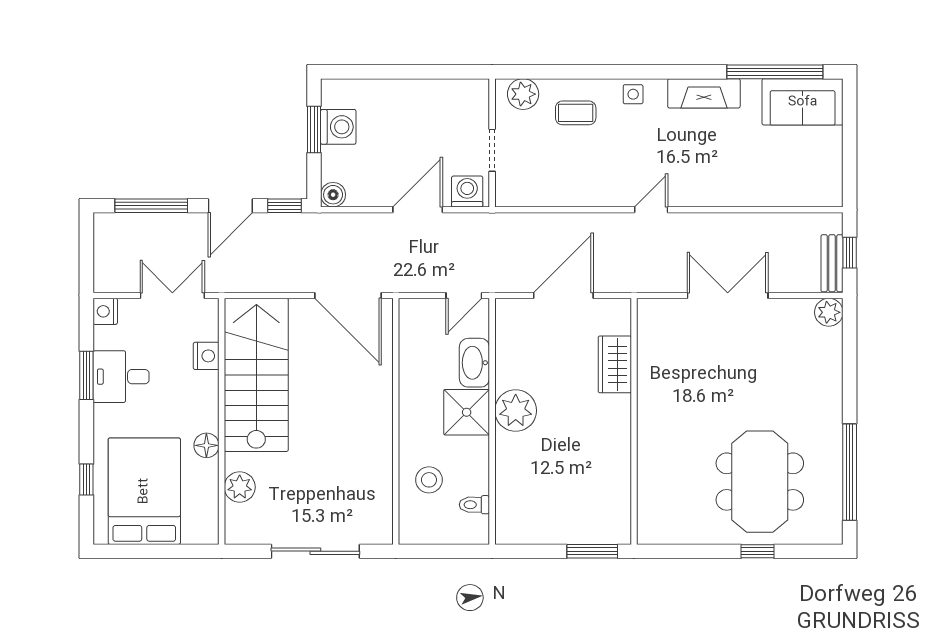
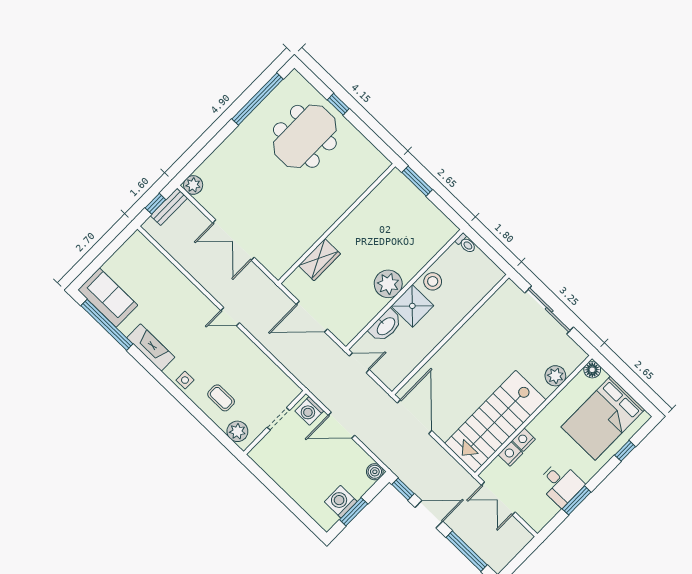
nightstand: (105, 311) -> (524, 440), moved, turned 180
floor lamp: (206, 445) -> (592, 370), moved
stool: (429, 480) -> (433, 281), moved
toilet: (474, 505) -> (466, 244), moved

